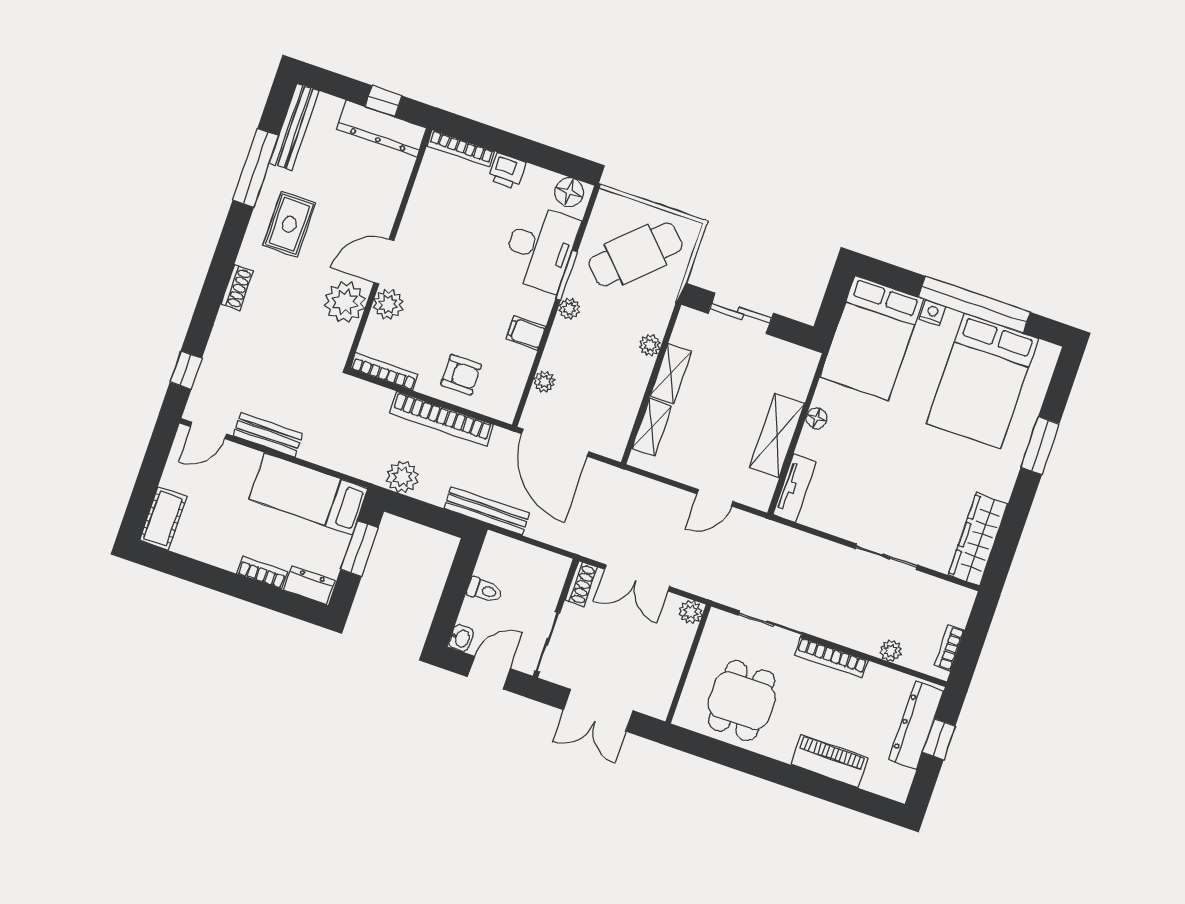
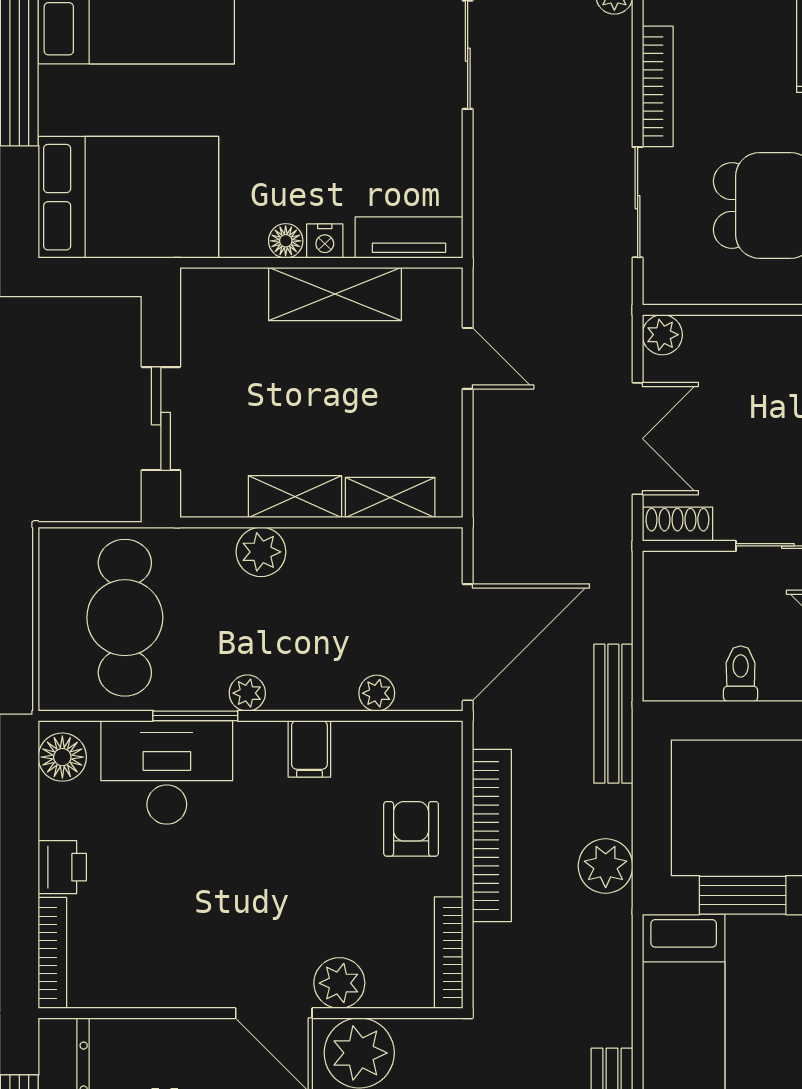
cafe table: (635, 254) -> (125, 618), turned 44
nightstand: (932, 313) -> (325, 241), moved, turned -90
plant: (650, 345) -> (261, 552), width x1.38, depth x1.38

